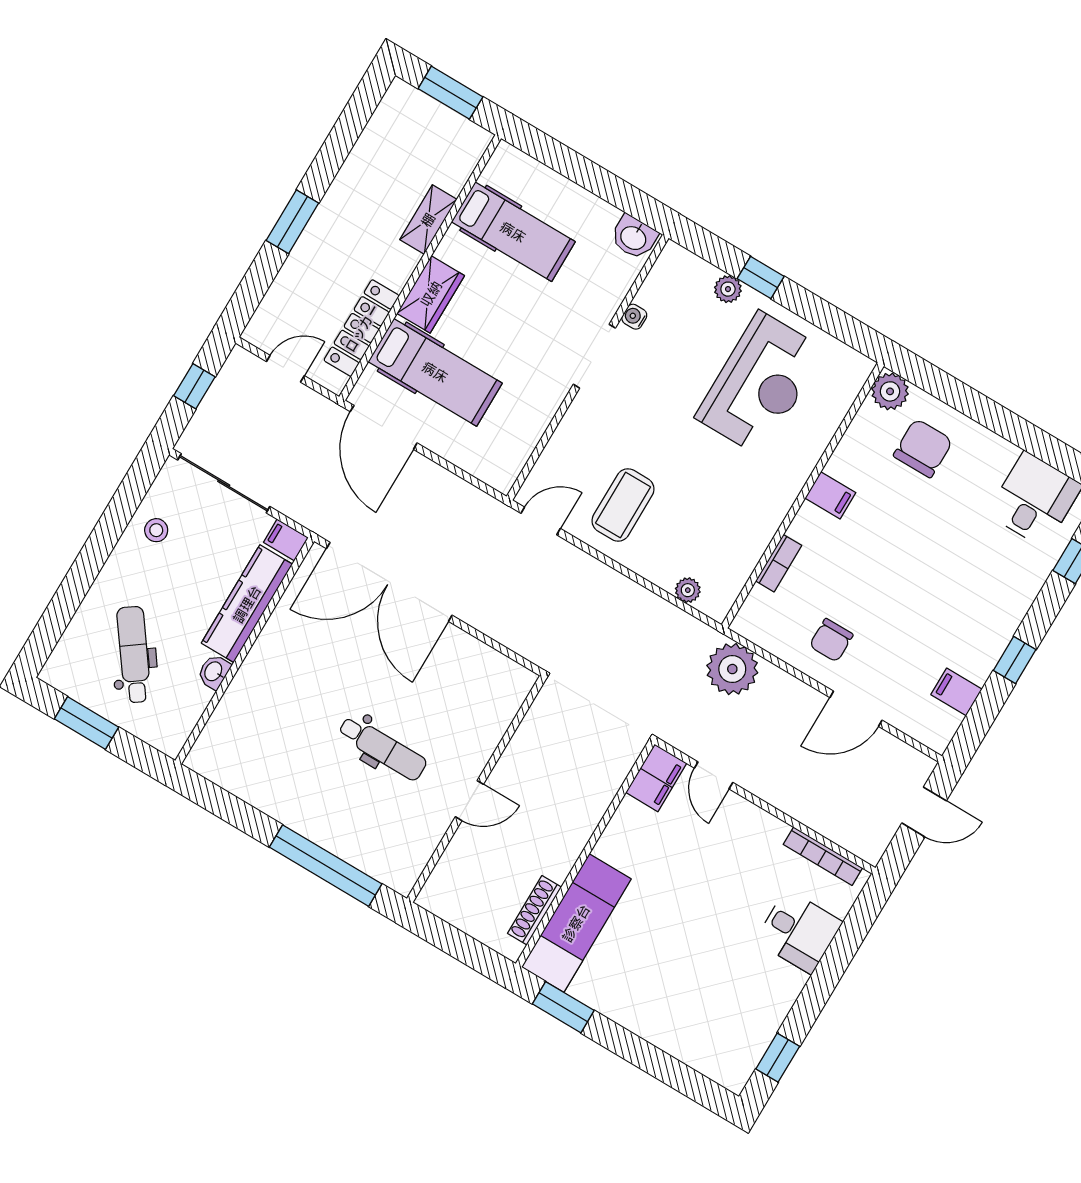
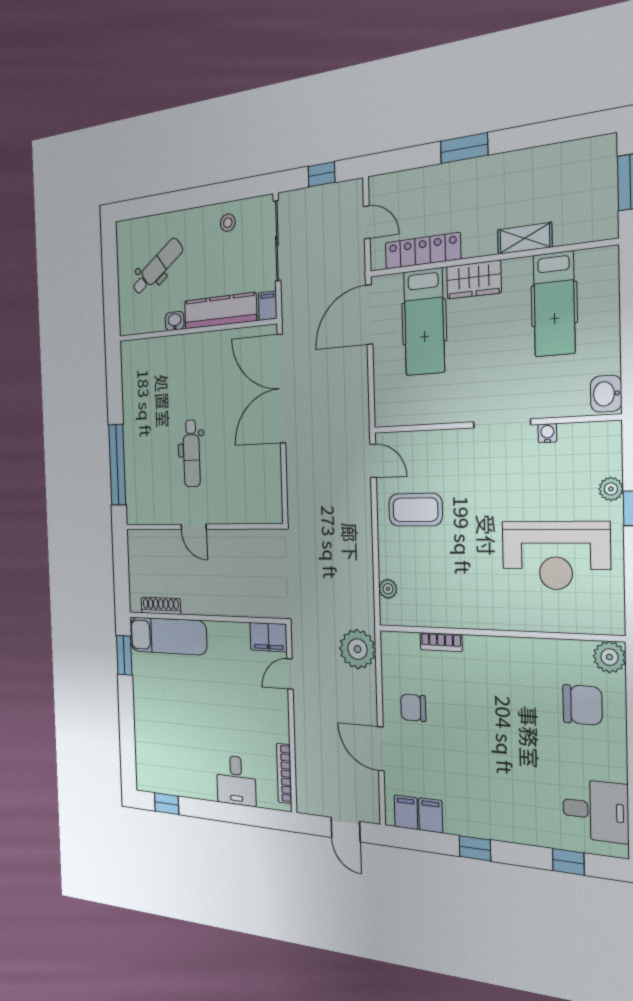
filing cabinet: (830, 495) -> (406, 812), moved, turned 180
window: (86, 723) -> (110, 270), removed

